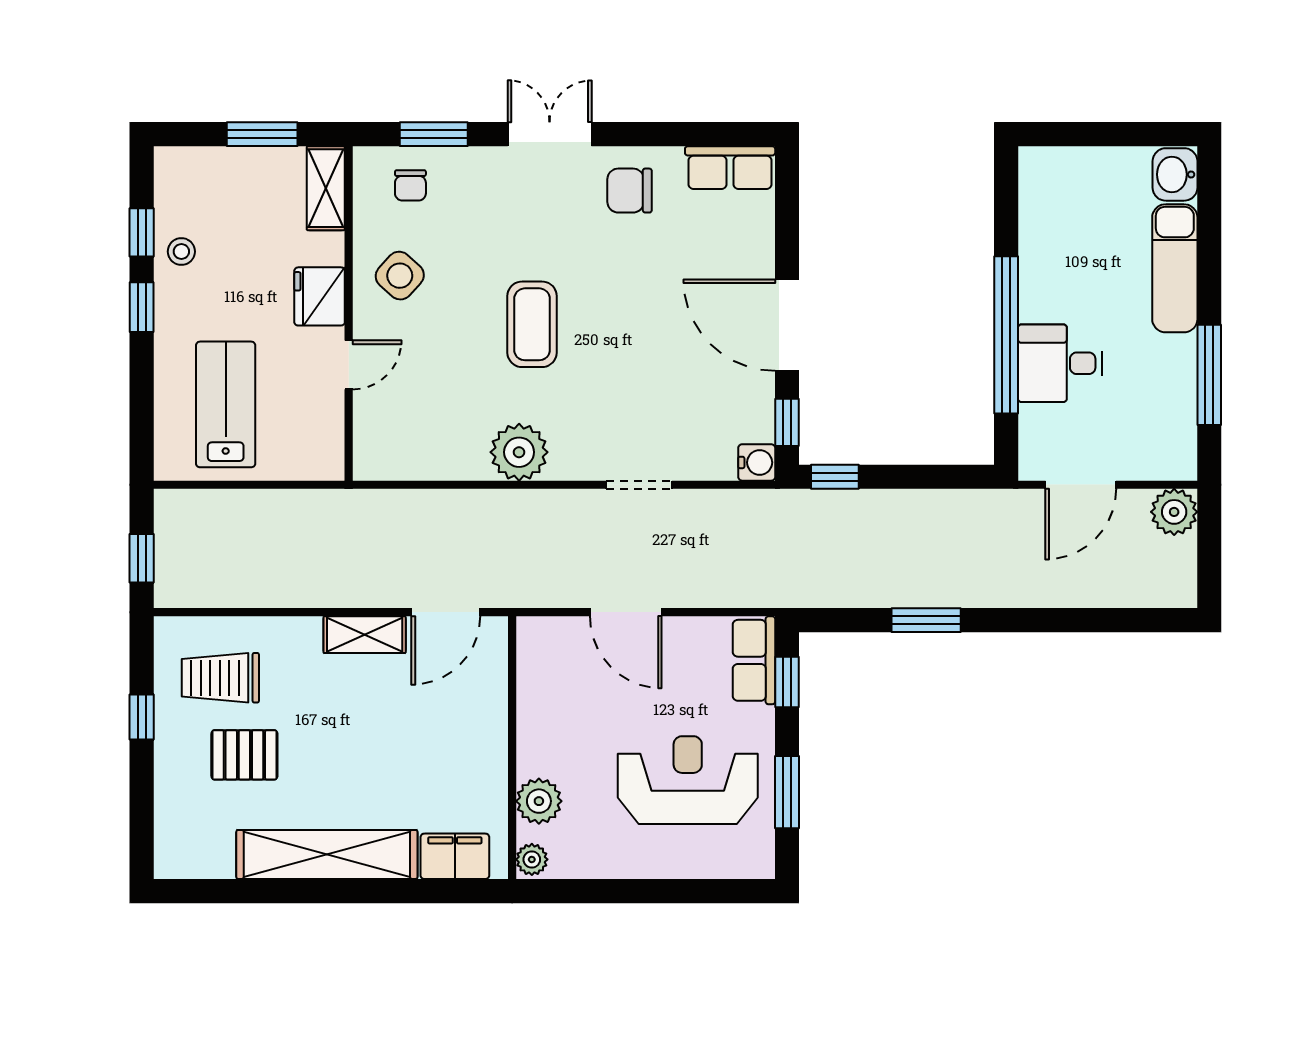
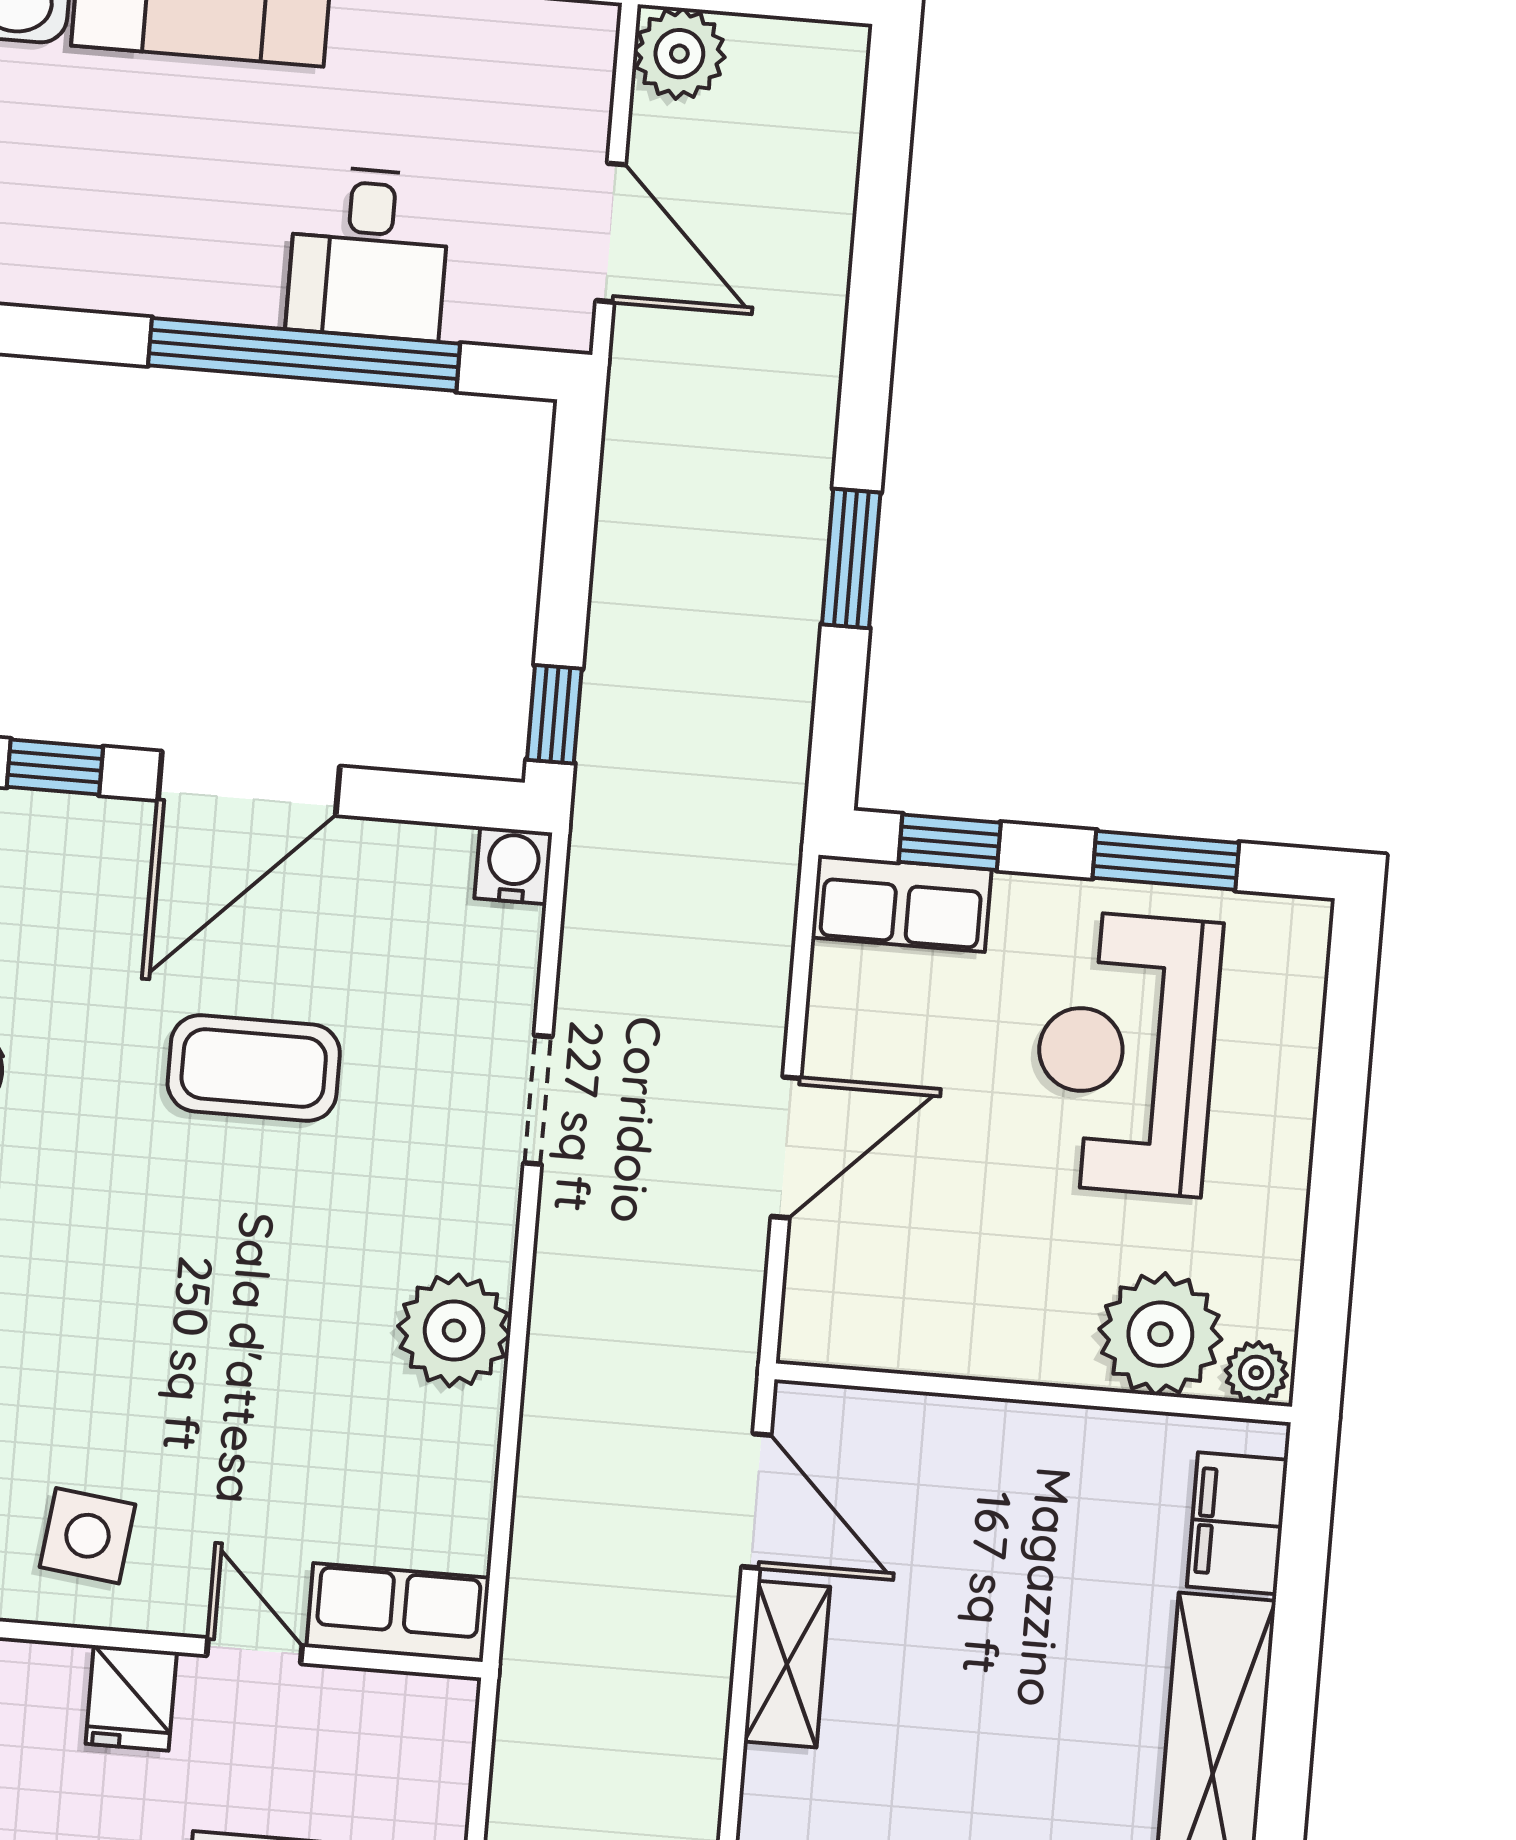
side table: (400, 276) -> (88, 1536), turned -35
fridge: (320, 296) -> (131, 1698), width x0.72
coffee table: (532, 324) -> (254, 1068), moved
window: (787, 422) -> (55, 767), moved
row of seats: (374, 436) -> (398, 1612), added
plant: (539, 801) -> (1160, 1334), width x1.36, depth x1.36

